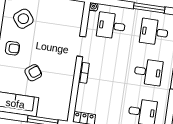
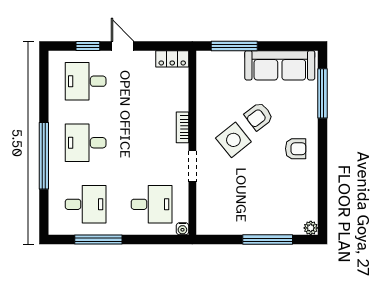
side table: (23, 19) -> (233, 140), moved
armchair: (12, 48) -> (296, 149), turned 180

